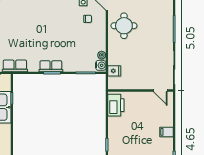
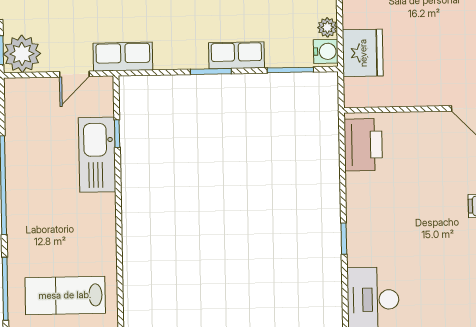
row of seats: (51, 66) -> (236, 55), moved
fridge: (114, 71) -> (363, 53), width x1.88, depth x1.34

